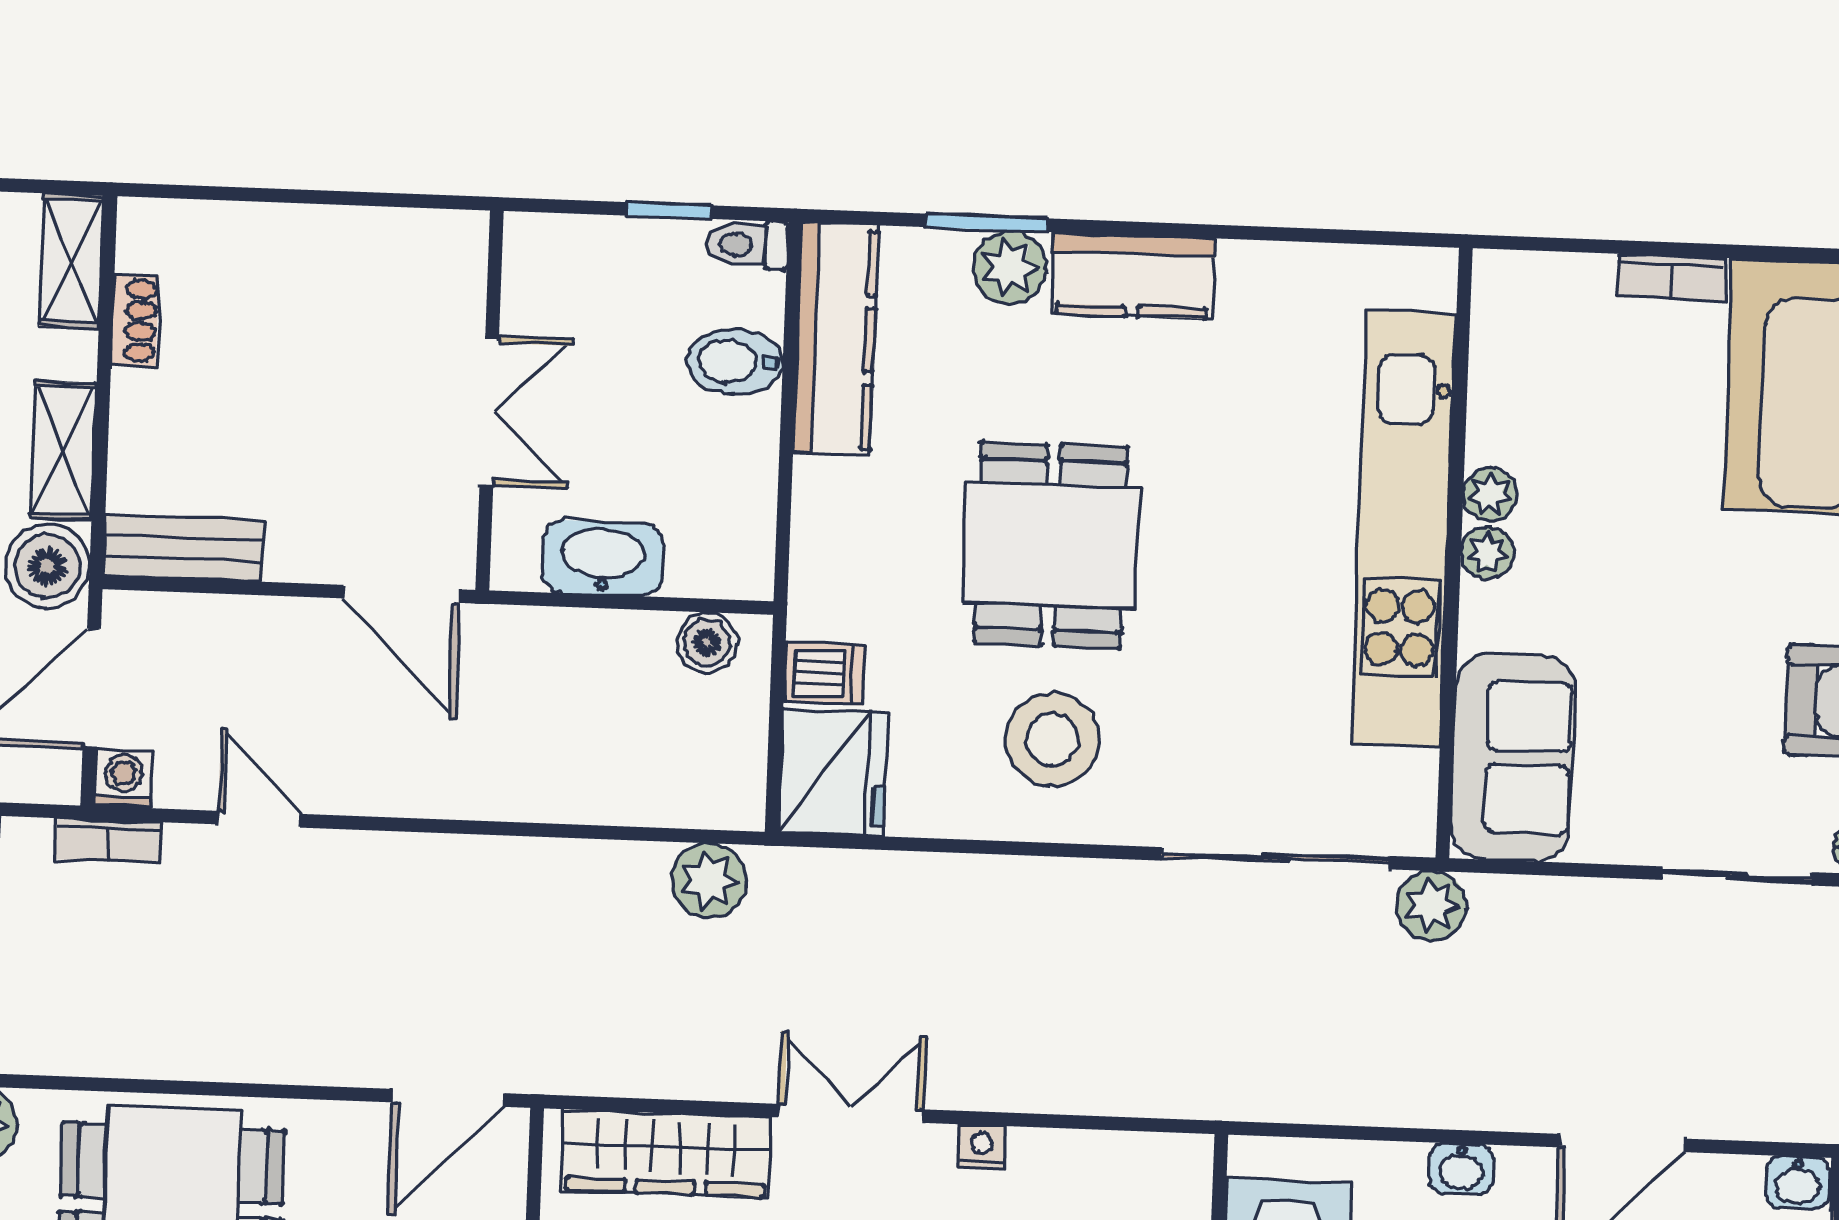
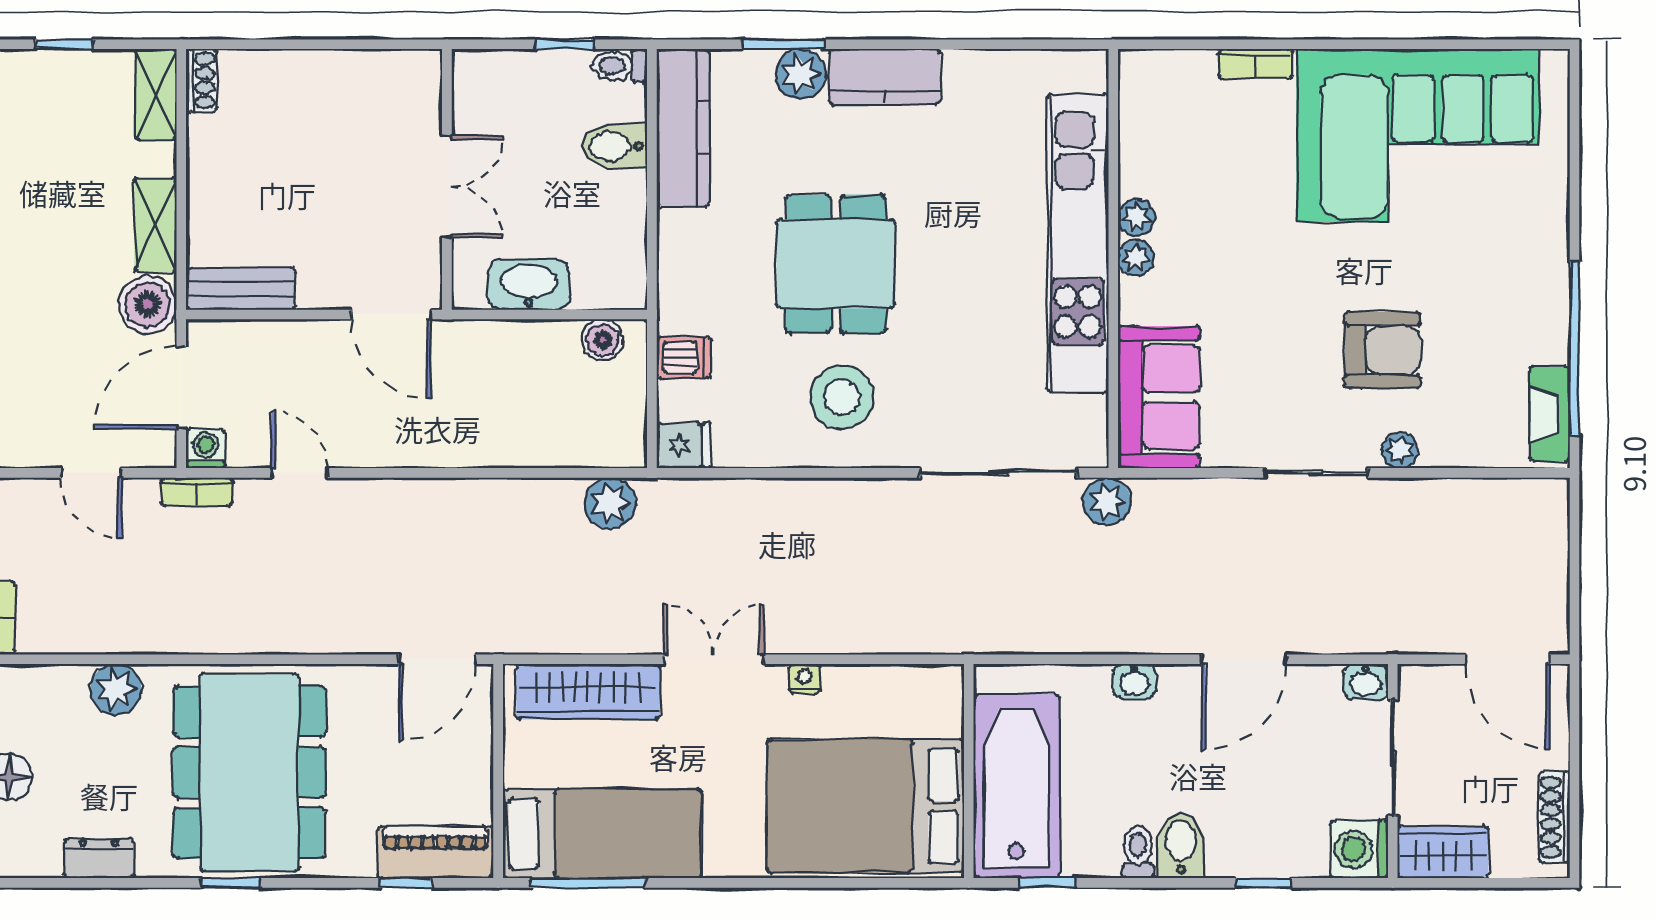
shoe rack: (135, 321) -> (201, 80), moved
fridge: (833, 772) -> (684, 445), width x0.53, depth x0.75

